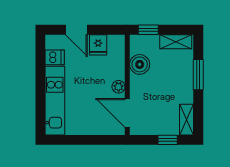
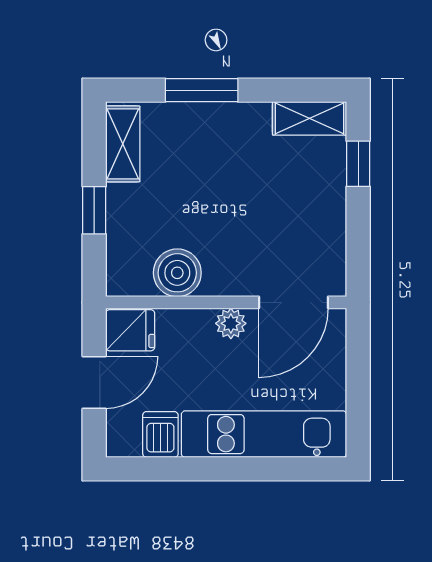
boiler: (140, 64) -> (177, 273), moved
wall: (127, 85) -> (226, 302), moved
plant: (119, 87) -> (231, 323), moved
door: (127, 113) -> (293, 302), moved

